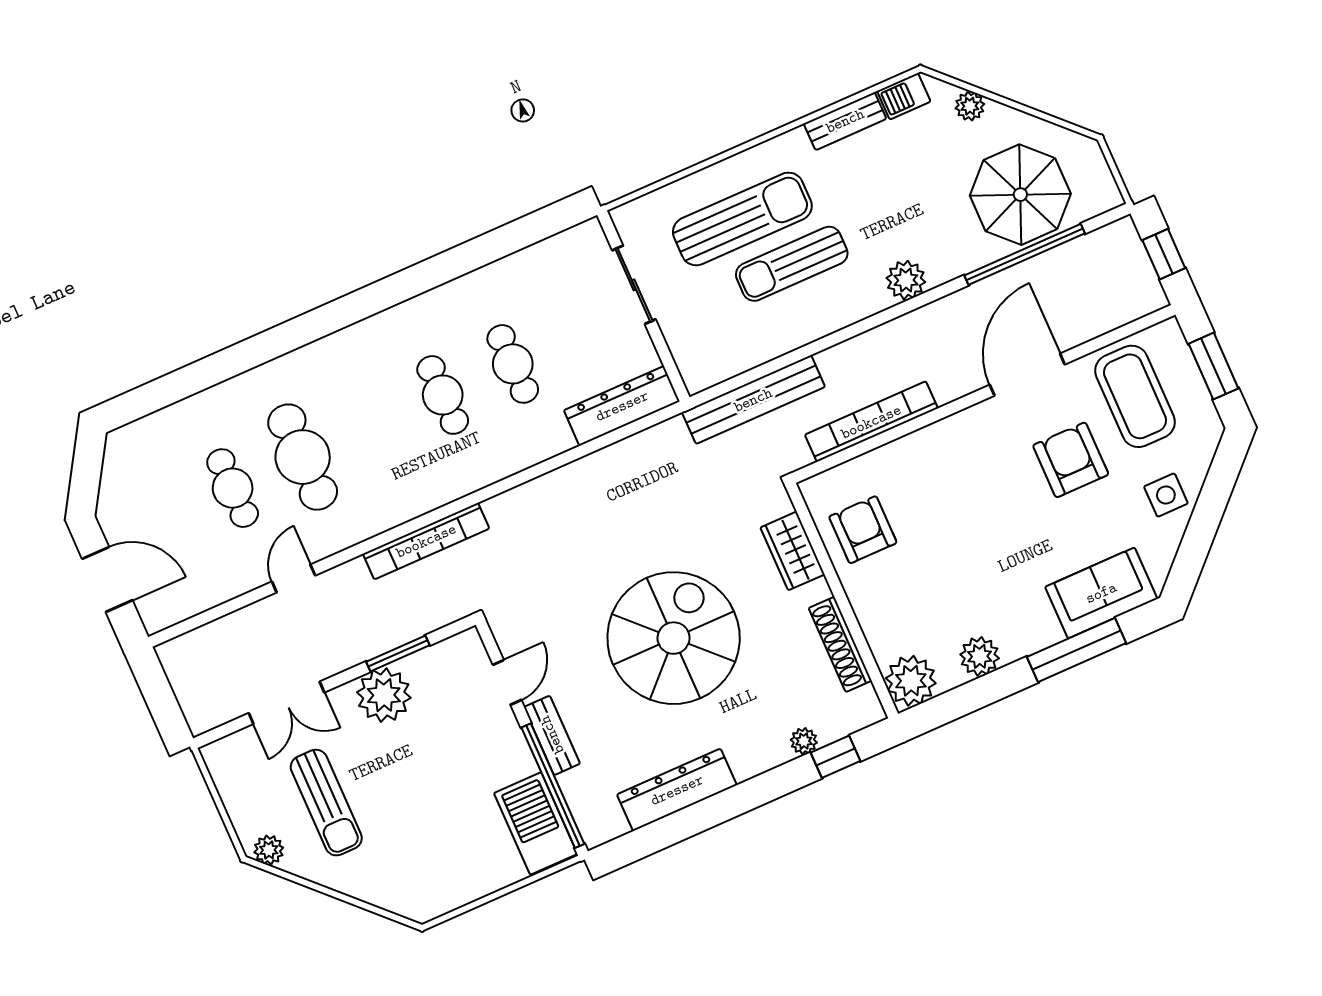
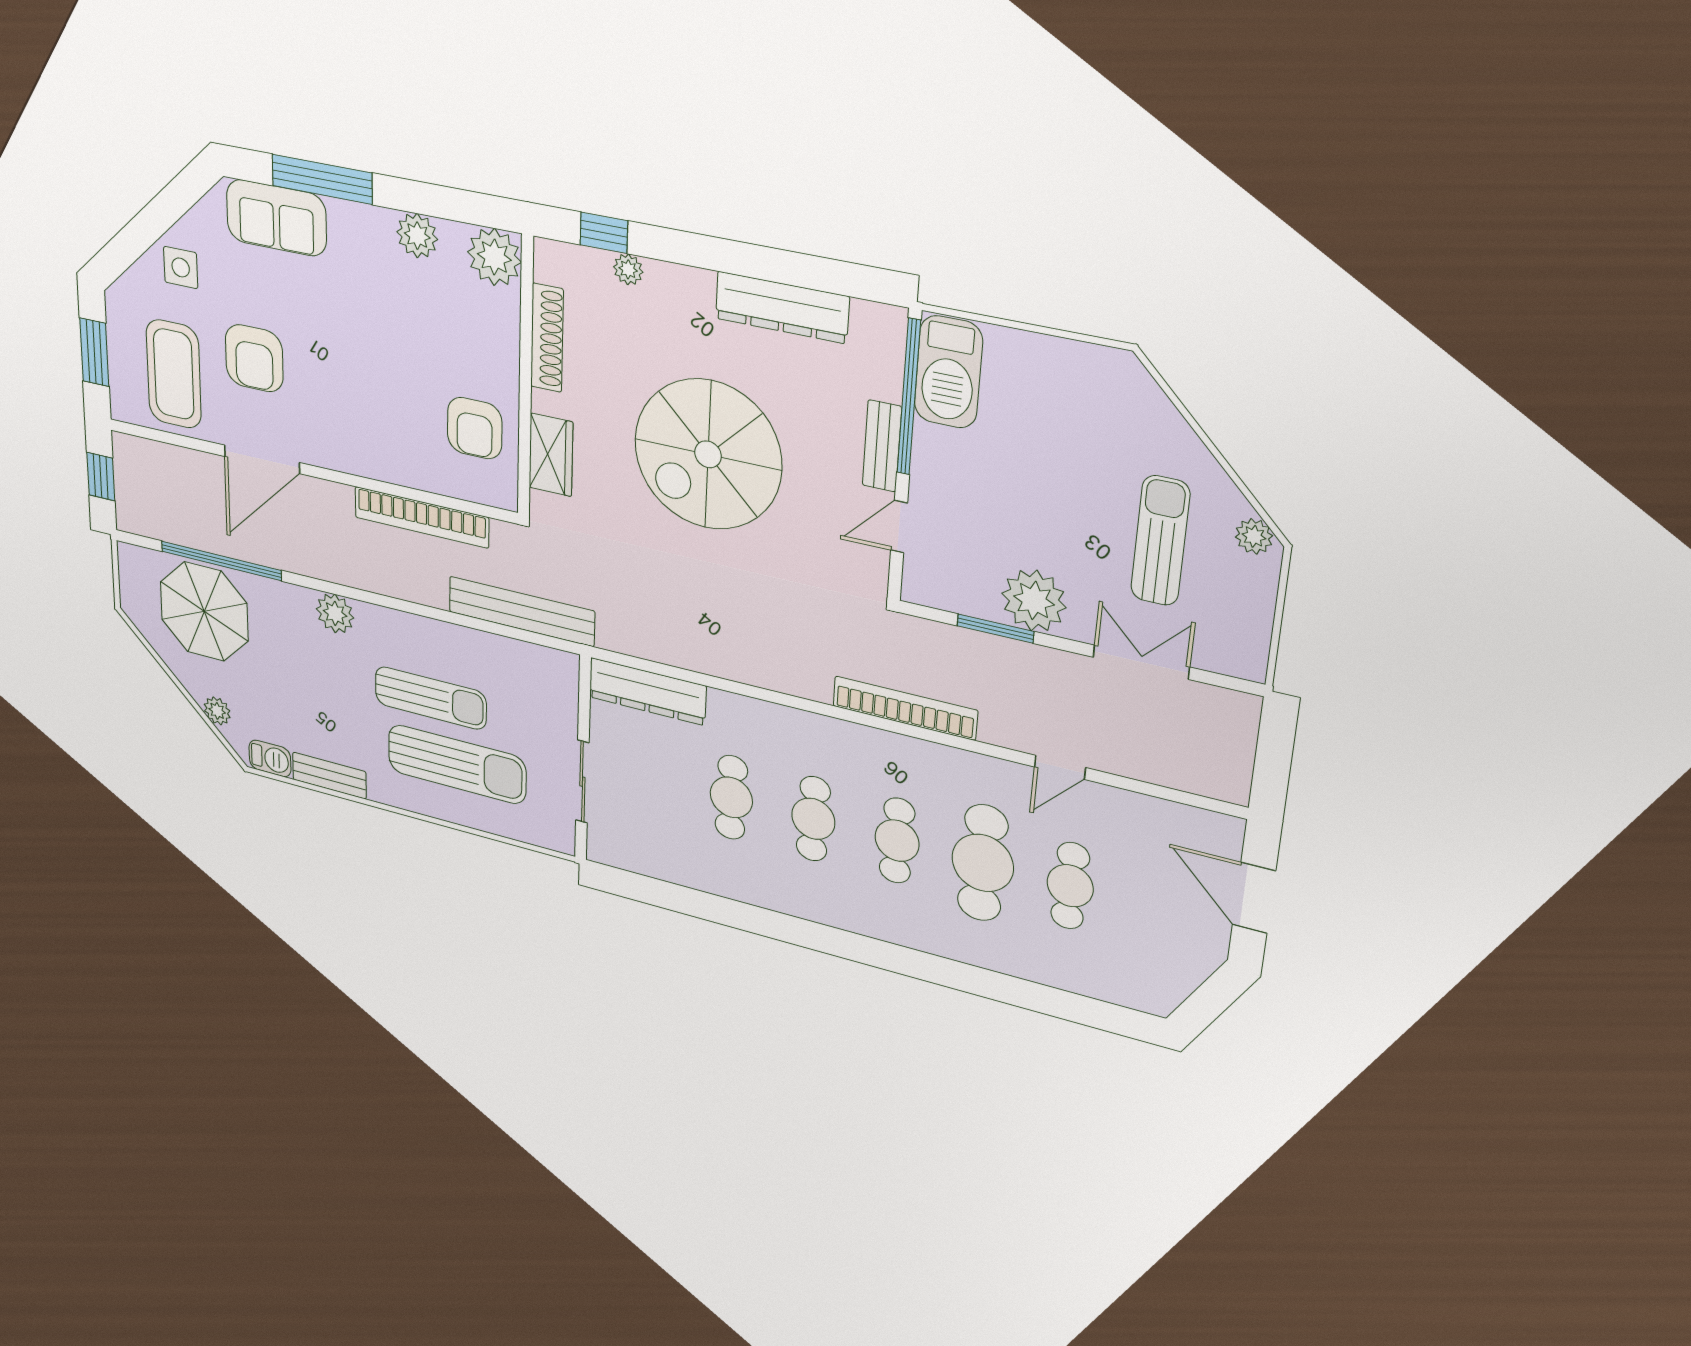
sun lounger: (742, 219) -> (457, 764), turned 180
cafe table: (373, 426) -> (897, 841), added

